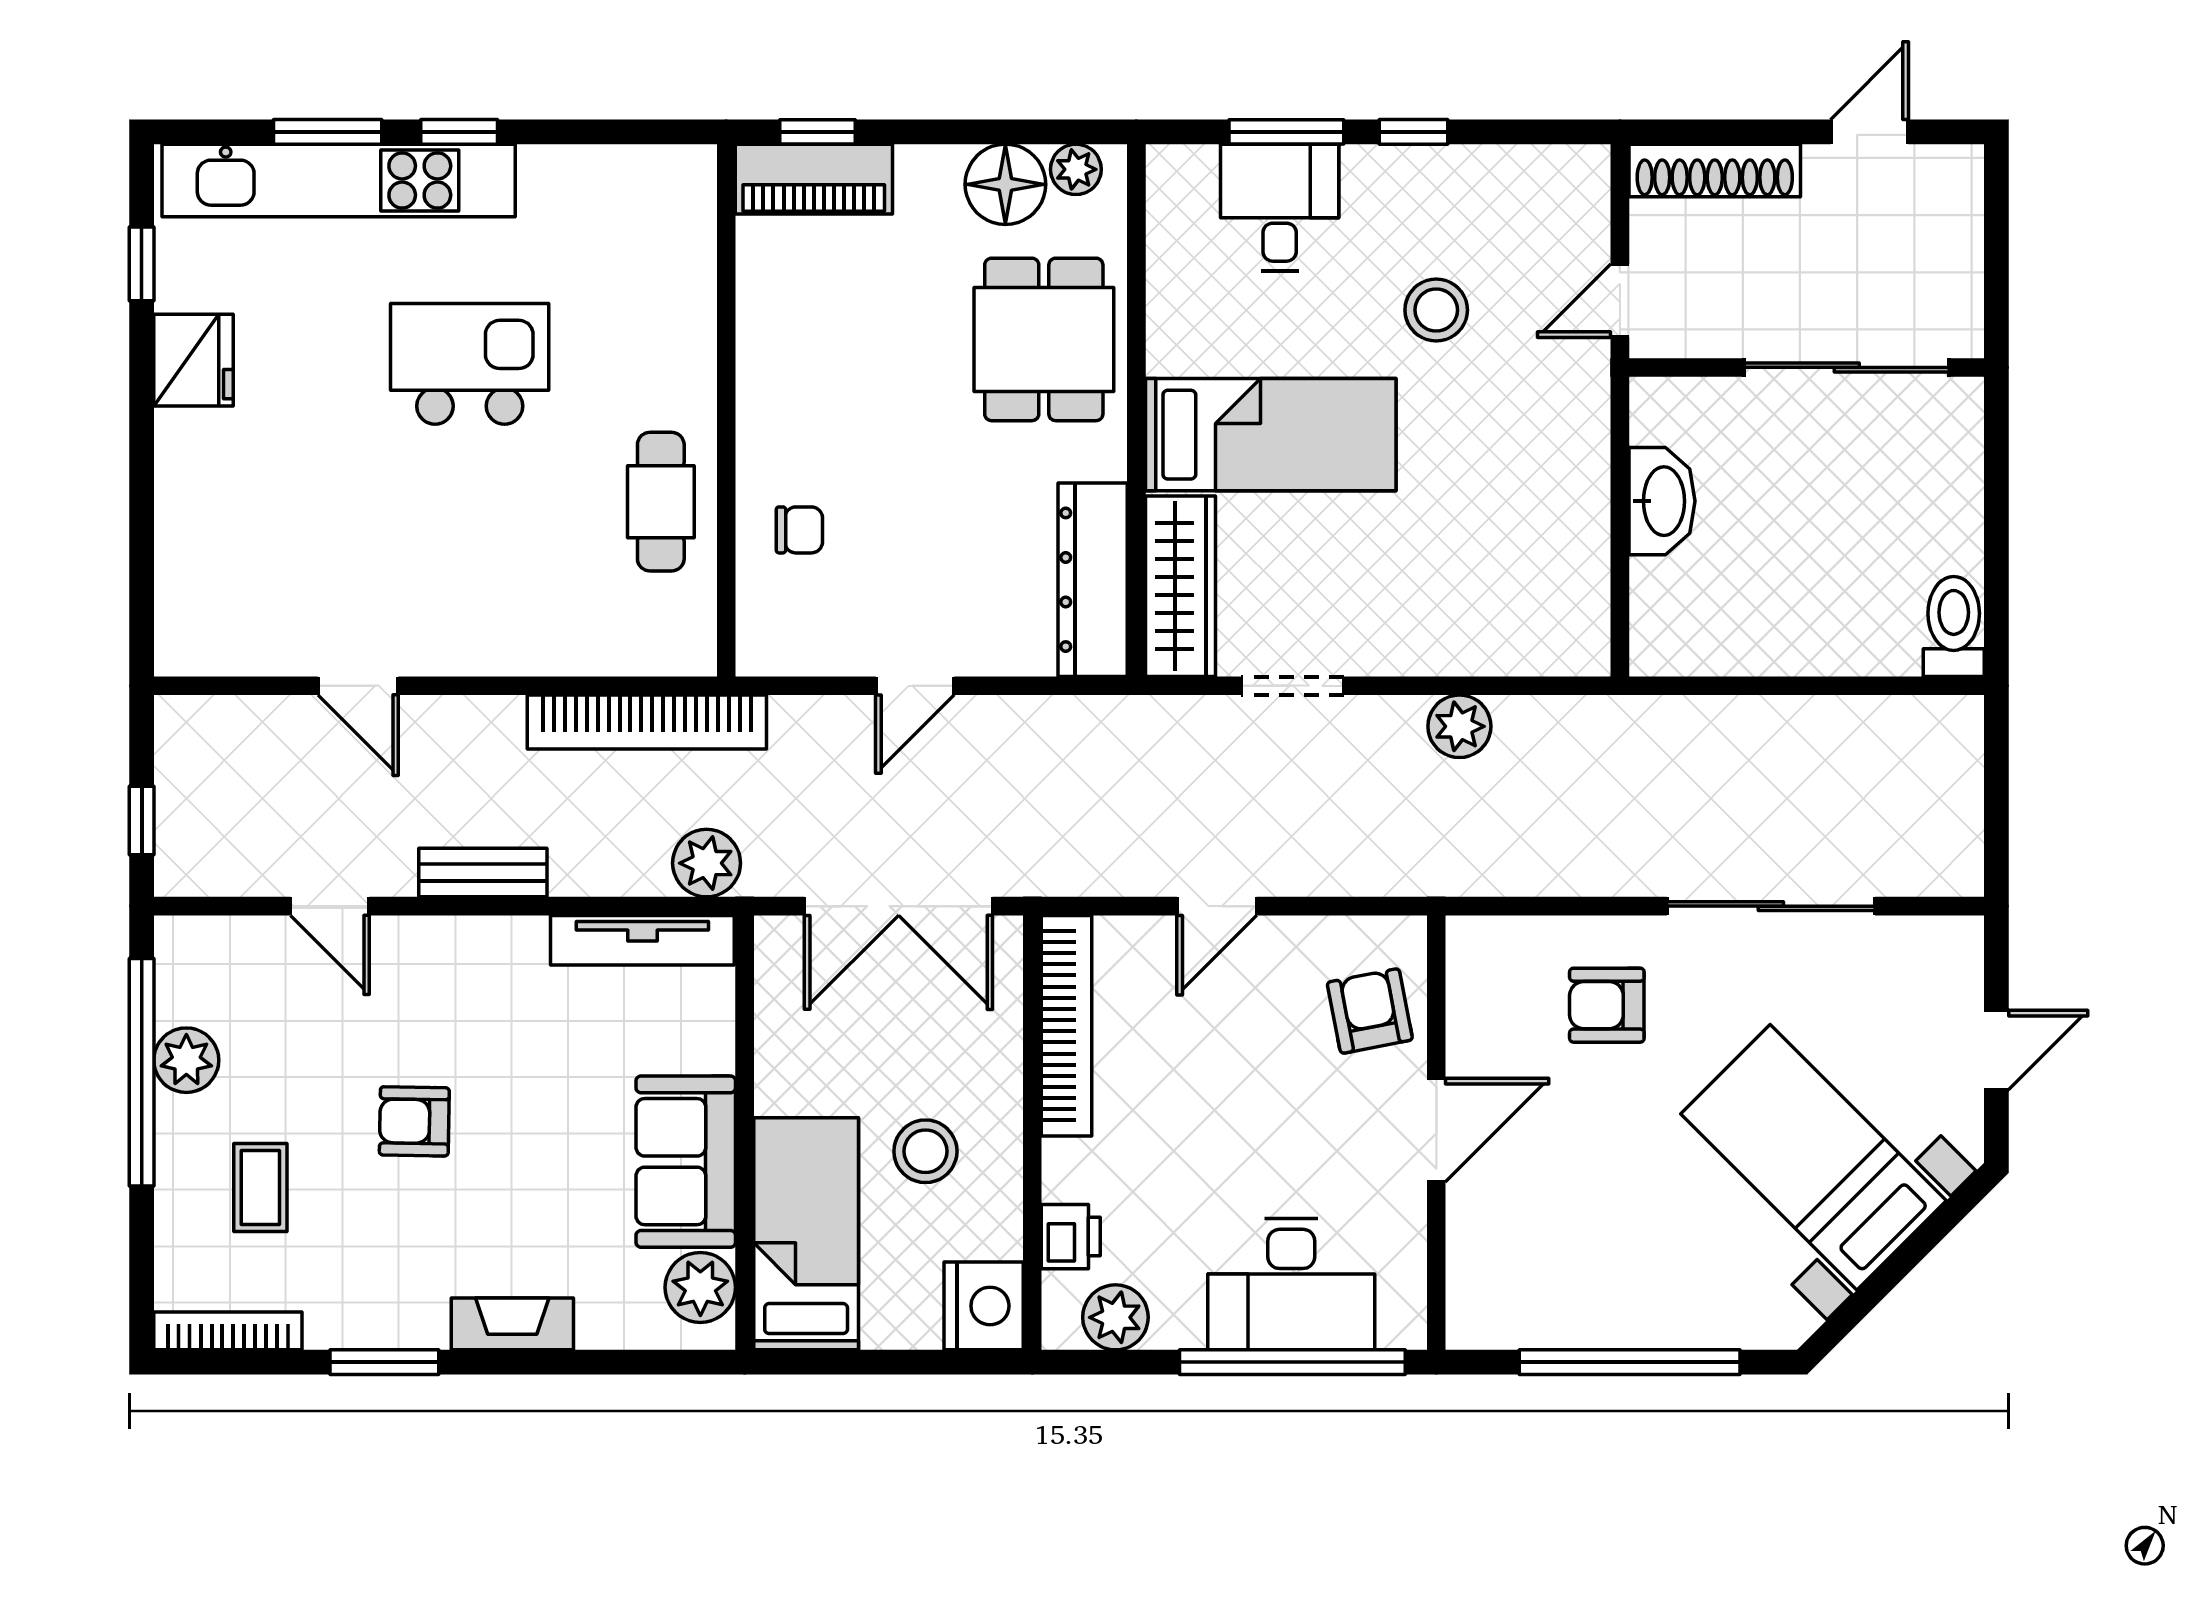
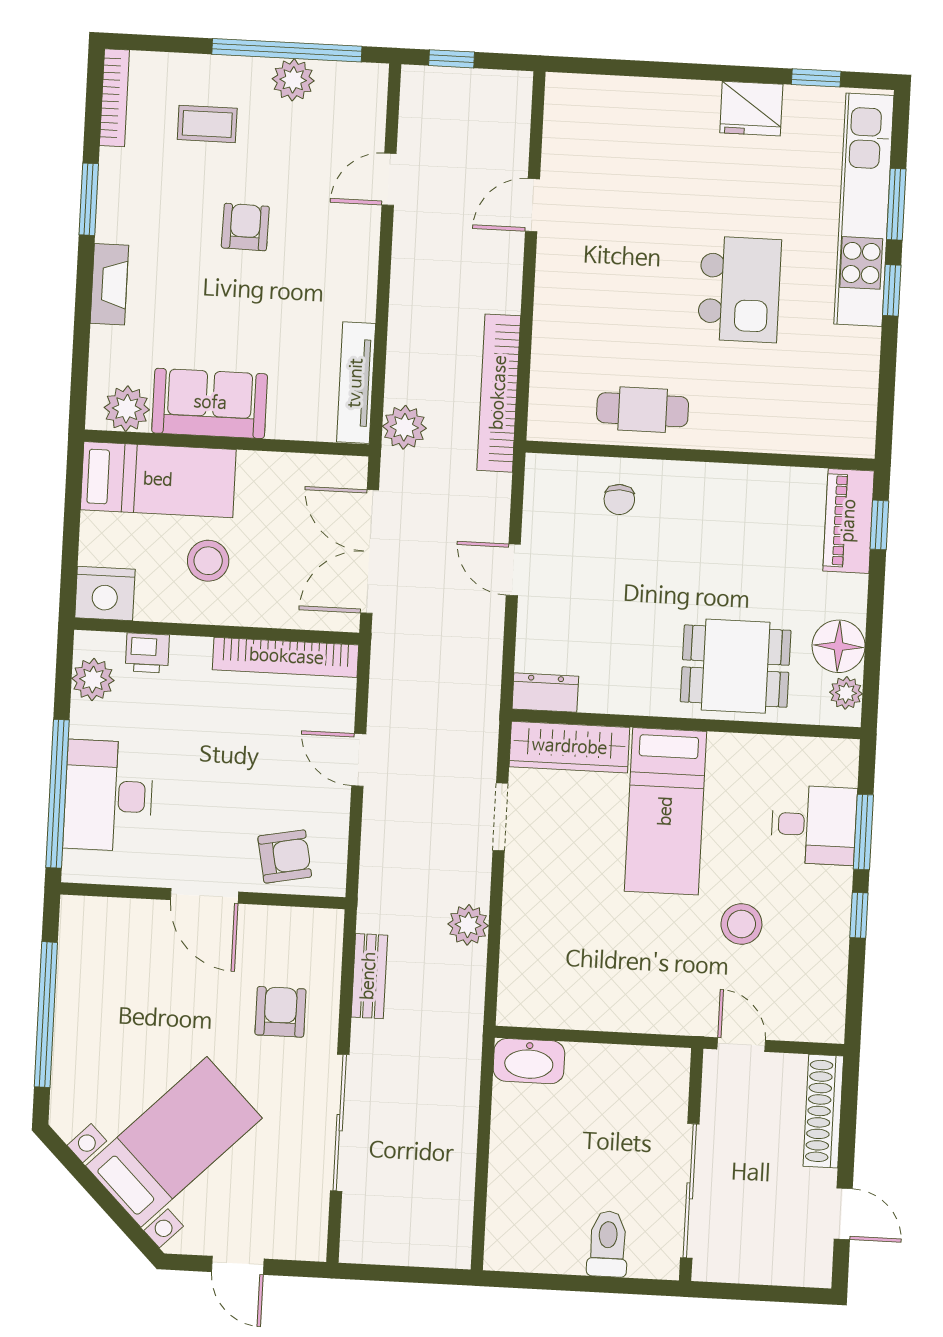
washbasin: (1662, 501) -> (529, 1061), moved
dresser: (1093, 580) -> (545, 693), width x0.51, depth x0.80
toilet: (1954, 626) -> (608, 1244), moved, turned -90
bench: (483, 872) -> (369, 976), moved

